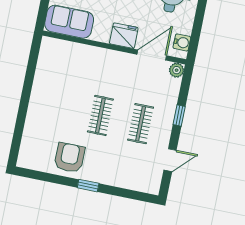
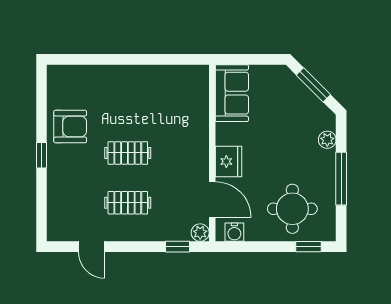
window: (179, 116) -> (178, 247), moved

